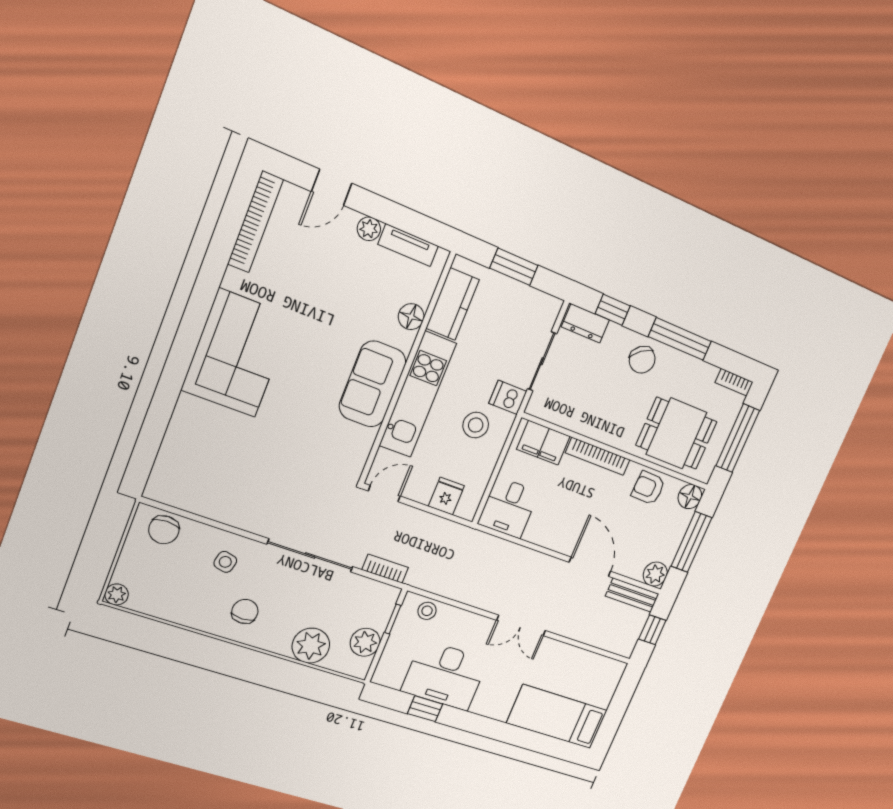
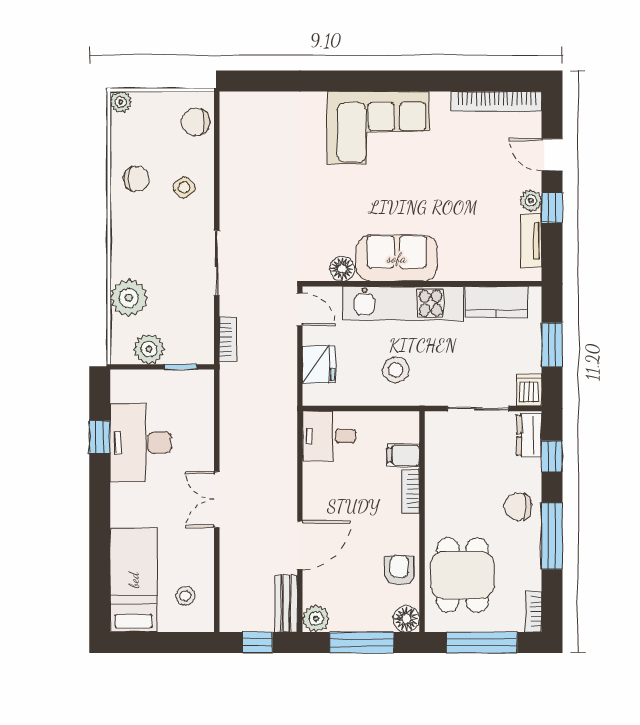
window: (384, 210) -> (552, 208), added
floor lamp: (411, 317) -> (342, 269), moved
chair: (642, 360) -> (518, 507), turned 36
dishwasher: (508, 397) -> (529, 390), moved
filing cabinet: (543, 443) -> (403, 455), width x0.50
bookcase: (598, 456) -> (411, 491), width x0.64
fridge: (446, 496) -> (319, 365), width x1.38
sliding door: (310, 556) -> (217, 263), width x0.73
side table: (225, 562) -> (184, 187), turned 37
chair: (245, 611) -> (136, 179), moved
stool: (427, 611) -> (186, 596), moved

